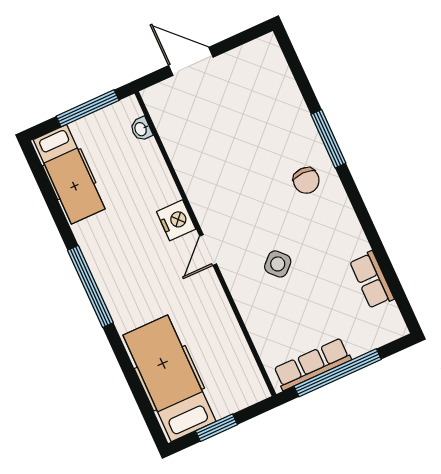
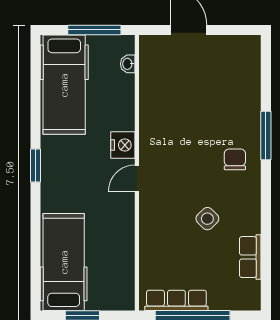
hospital bed: (69, 174) -> (64, 85), width x1.37, depth x1.29
chair: (306, 180) -> (235, 159), turned 180
side table: (278, 264) -> (207, 219), moved
window: (90, 286) -> (35, 166), width x0.47

